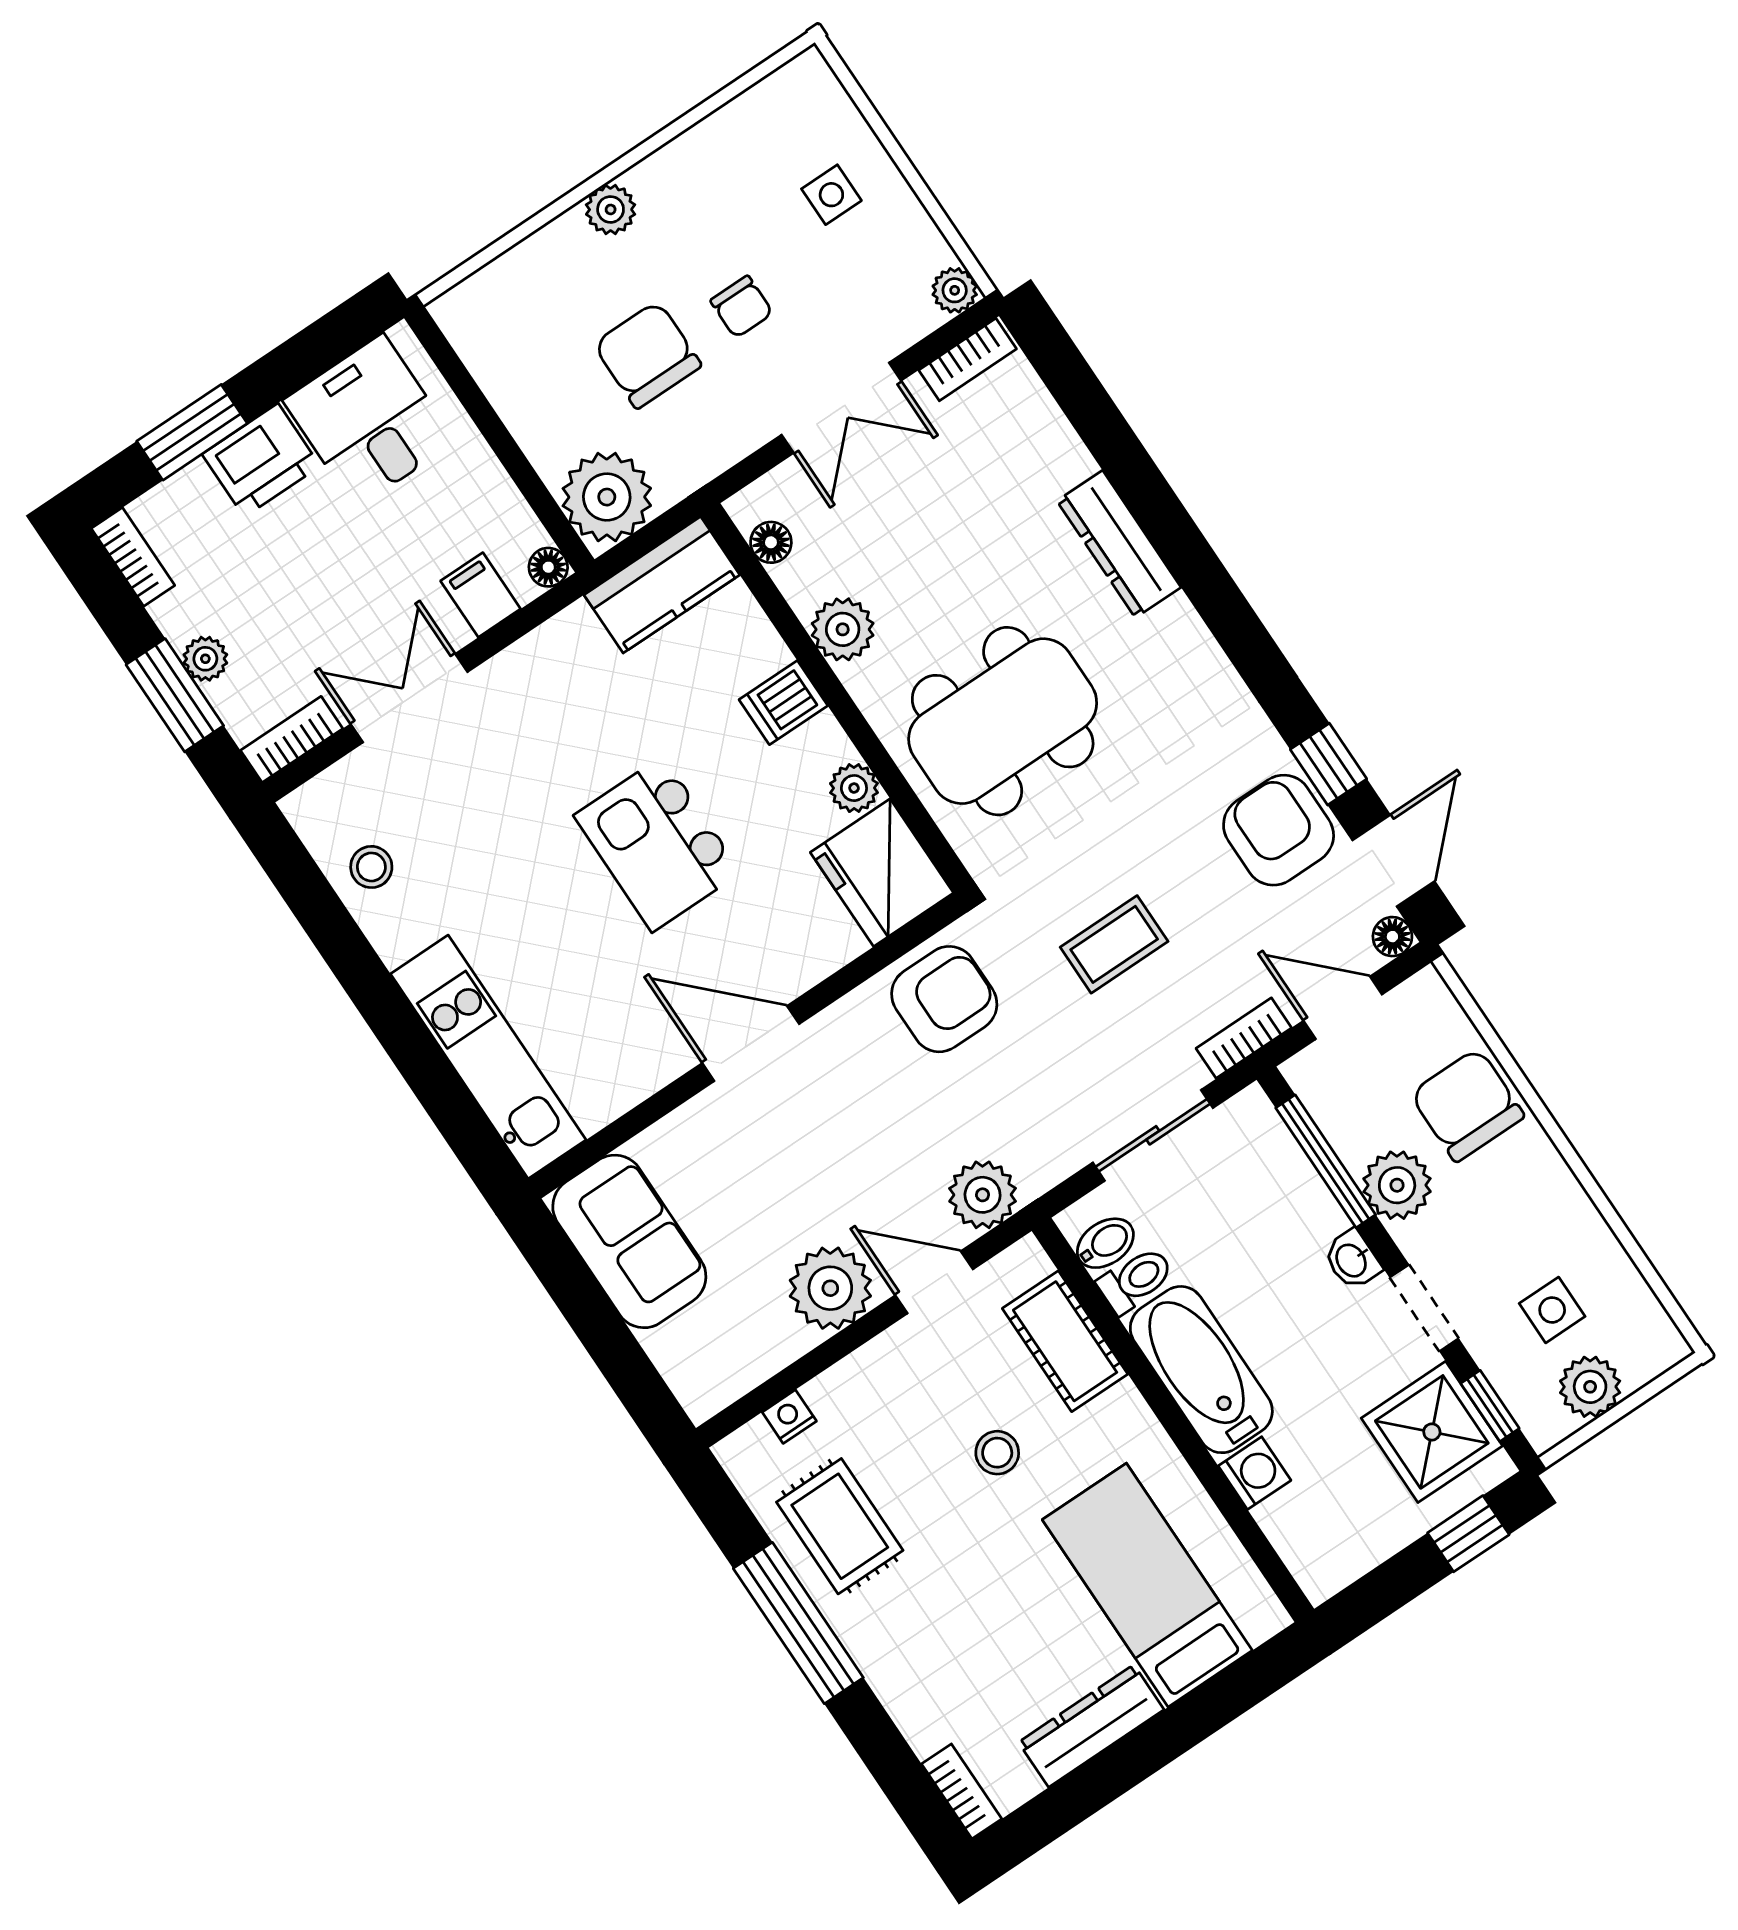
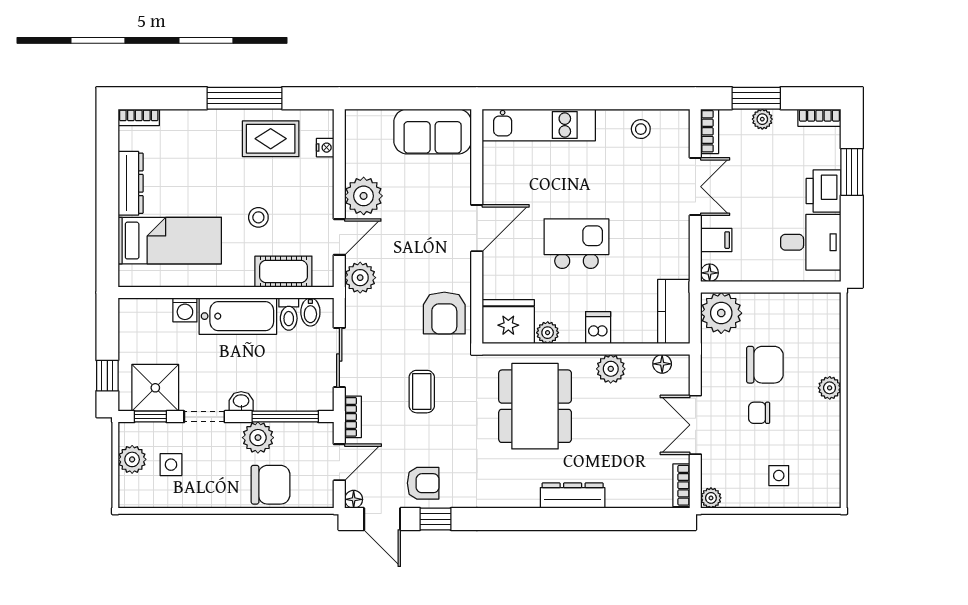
armchair: (1279, 830) -> (423, 483), width x0.72, depth x0.72

